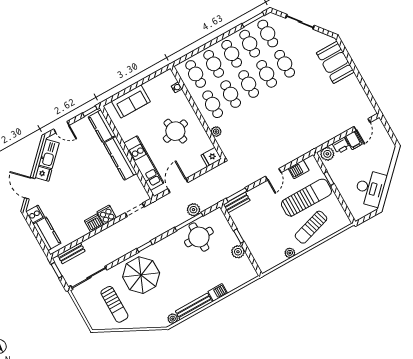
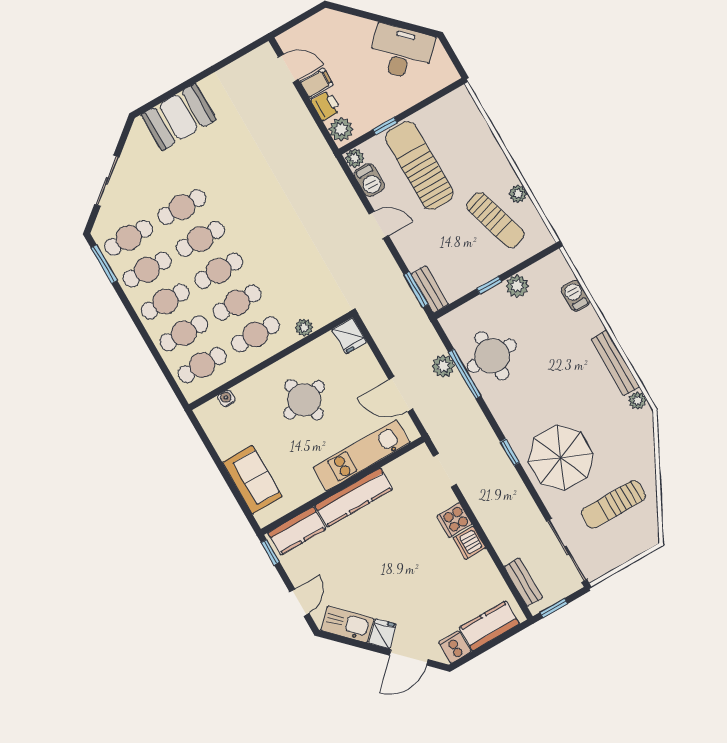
plant: (311, 161) -> (355, 158), added
sun lounger: (311, 227) -> (495, 220), moved
barbecue: (218, 292) -> (575, 296), moved
sun lounger: (114, 304) -> (613, 504), turned 180

